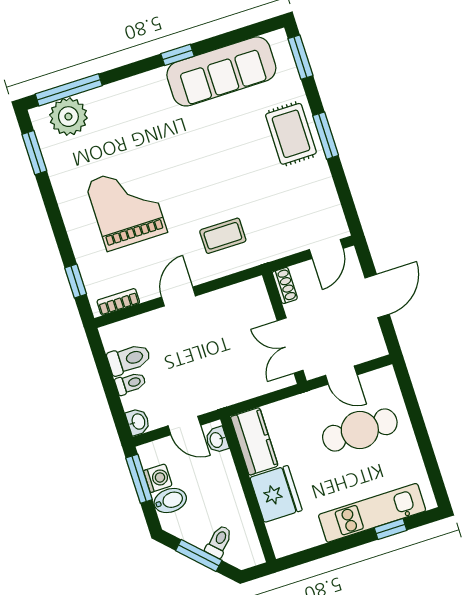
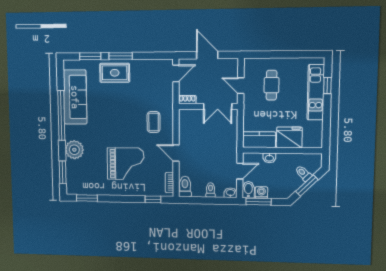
window: (177, 55) -> (61, 116), width x3.17
window: (300, 57) -> (90, 56), moved
window: (69, 90) -> (63, 172), width x0.69
plant: (68, 117) -> (74, 150), moved
grand piano: (126, 207) -> (126, 164), turned 180
door: (326, 249) -> (176, 73), hinge flipped
toilet: (129, 359) -> (185, 187), moved
door: (341, 375) -> (241, 86), swing flipped
cafe table: (360, 430) -> (271, 85), width x0.73, depth x0.74
washbasin: (217, 440) -> (269, 158), moved
bidet: (170, 501) -> (248, 190), moved

